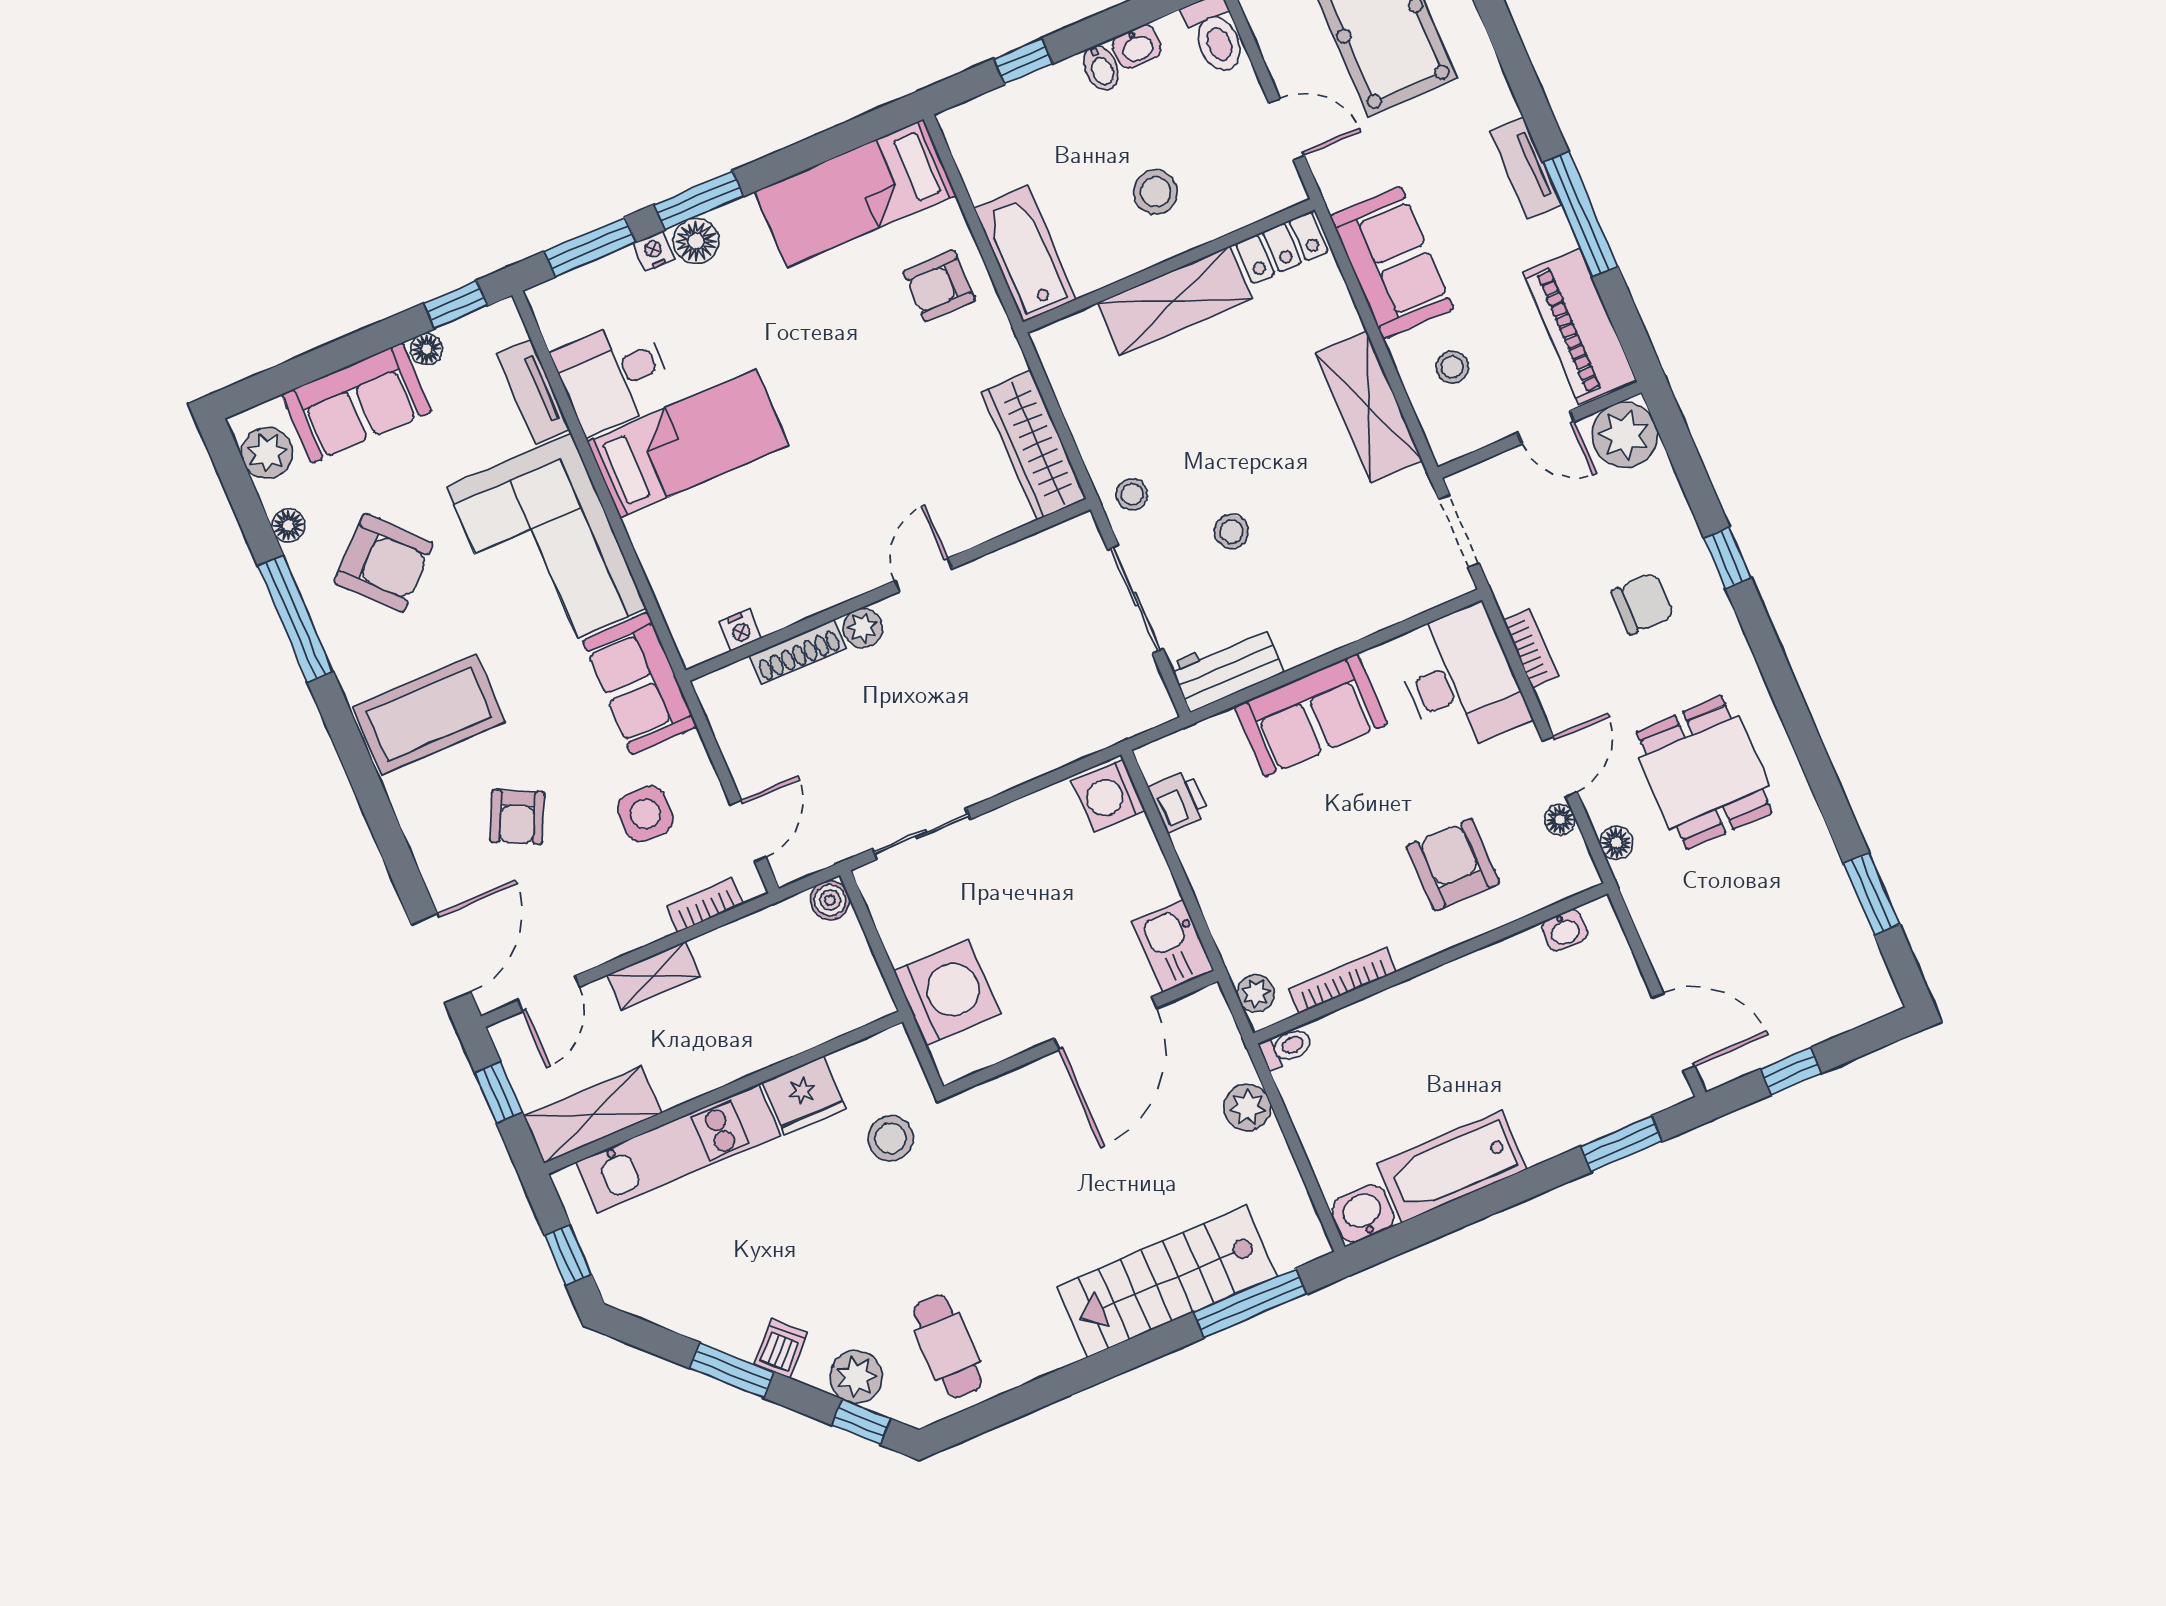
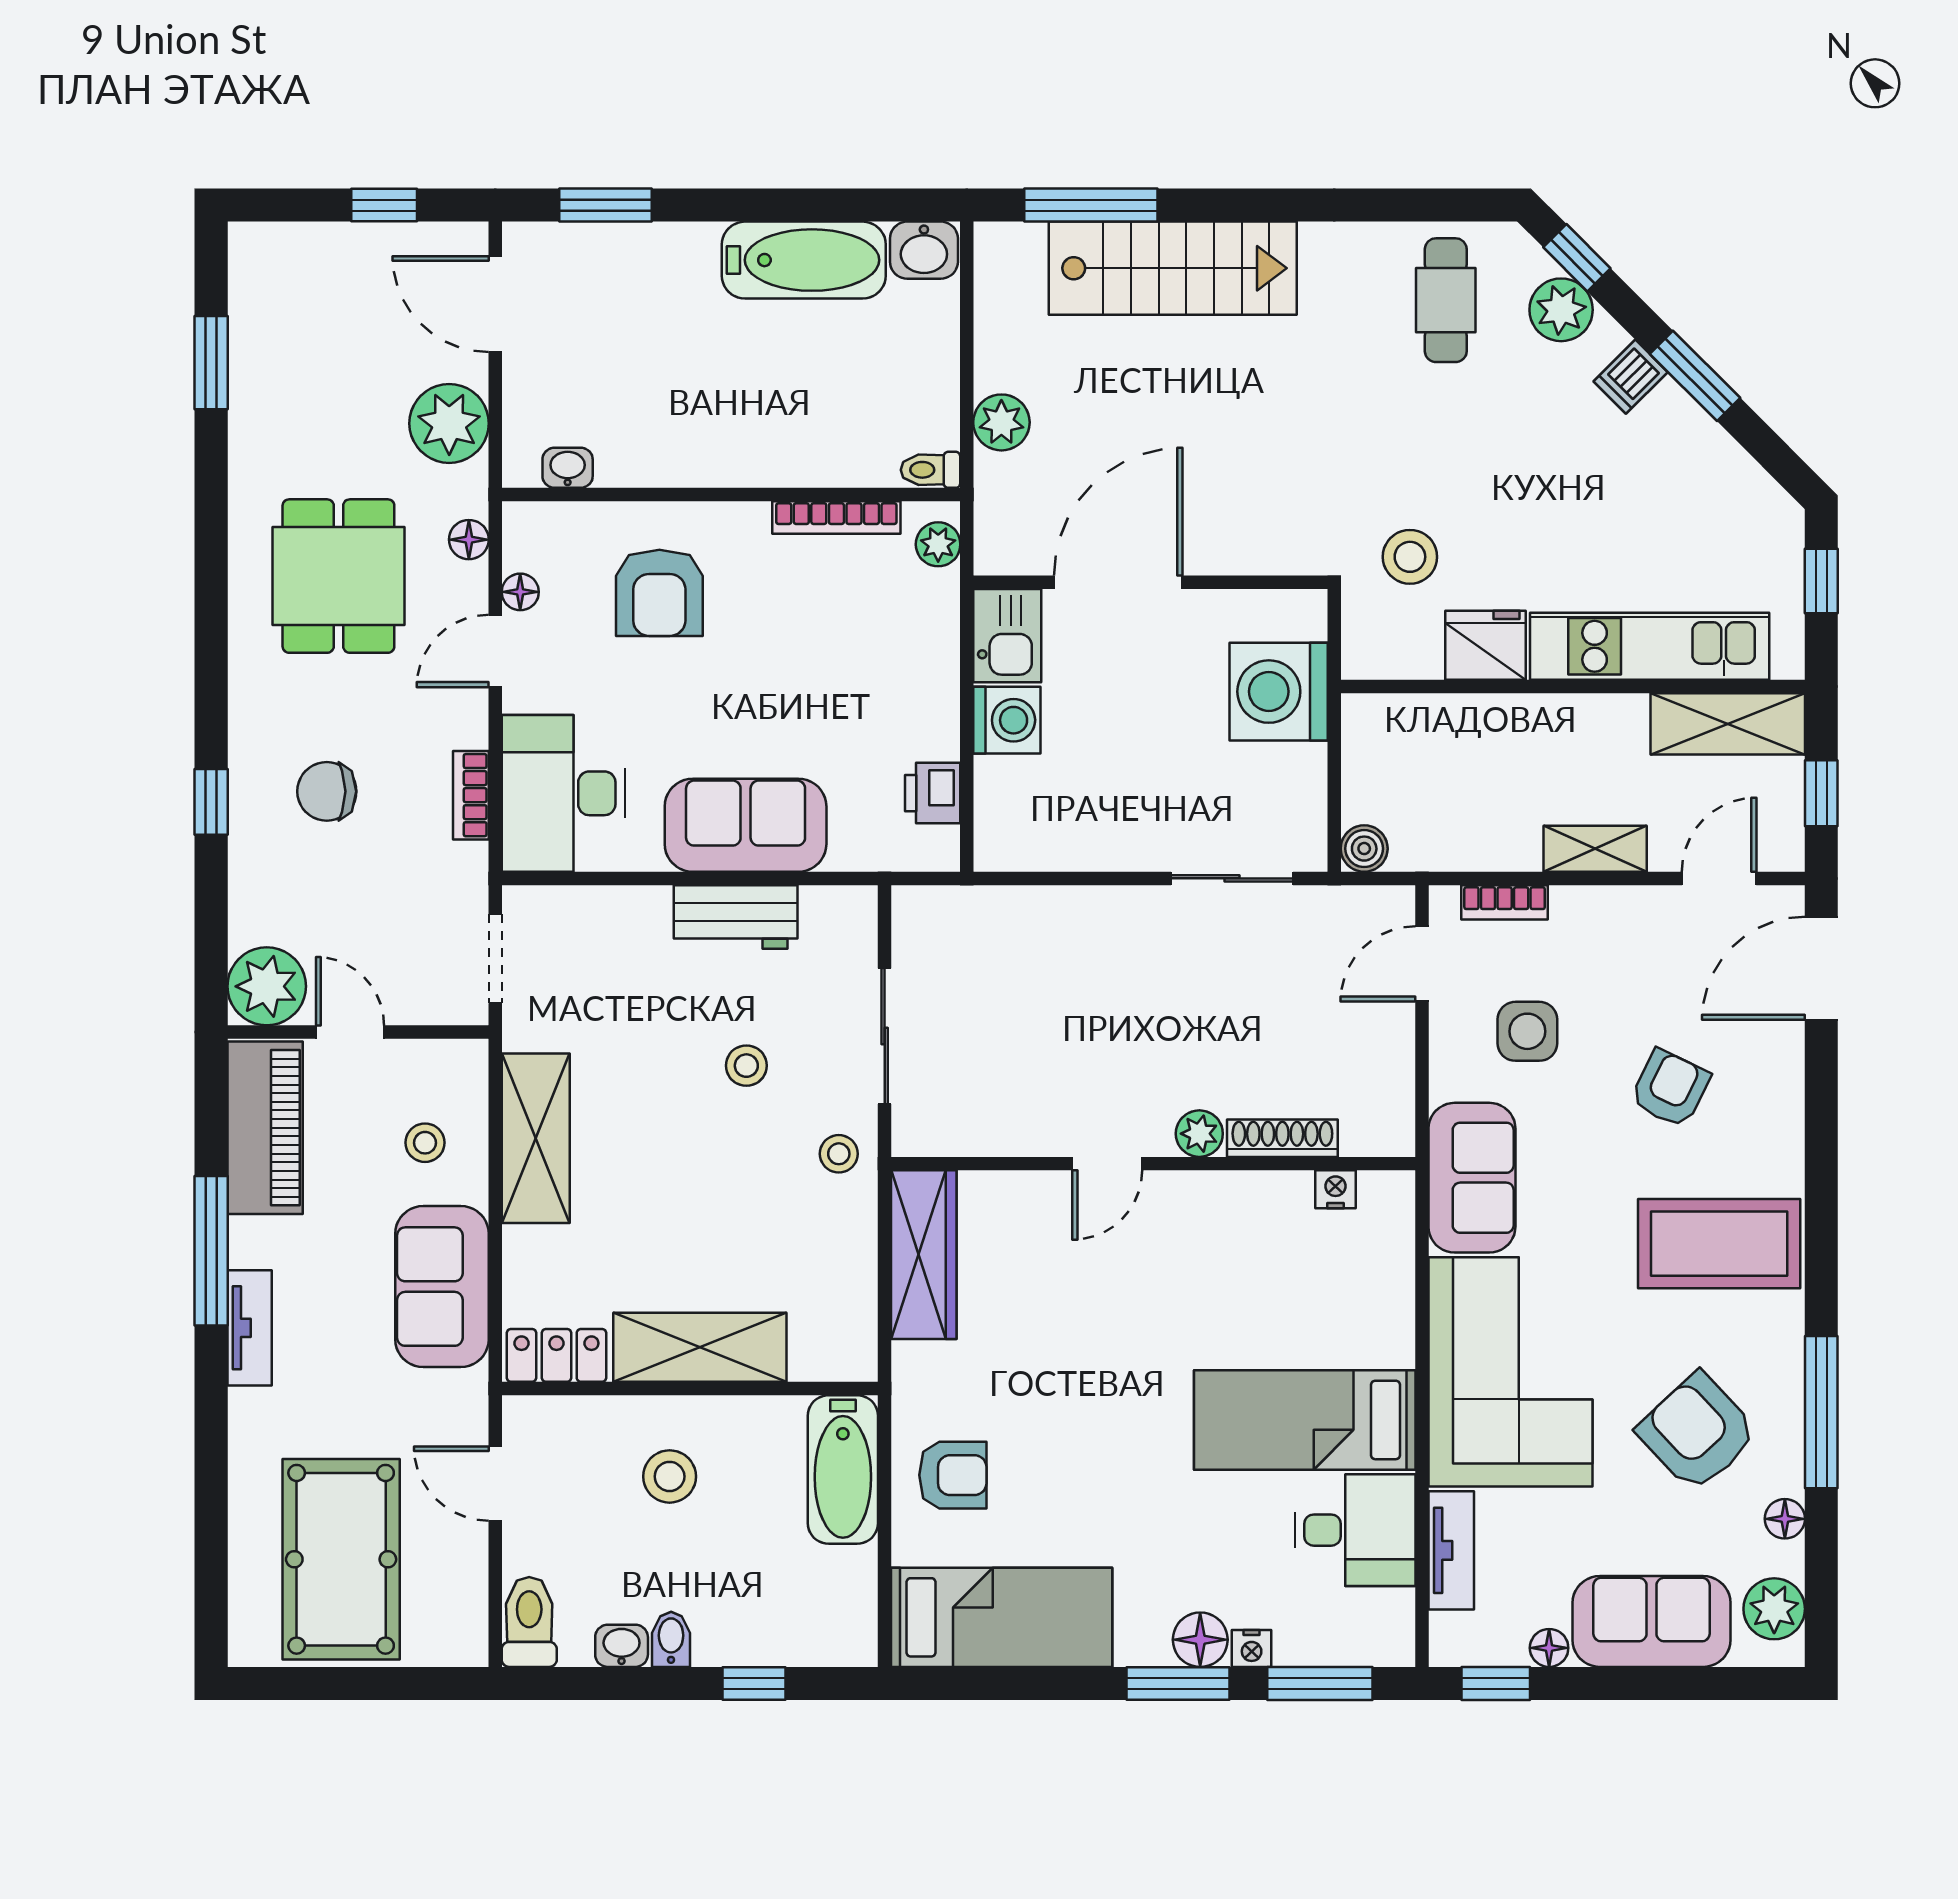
workbench: (1227, 668) -> (736, 917), moved
washing machine: (1109, 796) -> (1007, 720), moved
plant: (1670, 925) -> (449, 423), added

